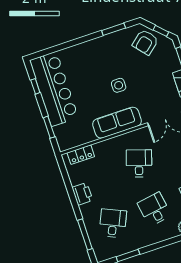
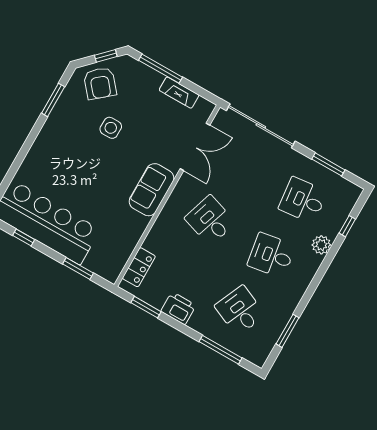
side table: (119, 85) -> (111, 128), moved
sofa: (117, 123) -> (152, 190), width x0.73
window: (66, 178) -> (146, 307), added

